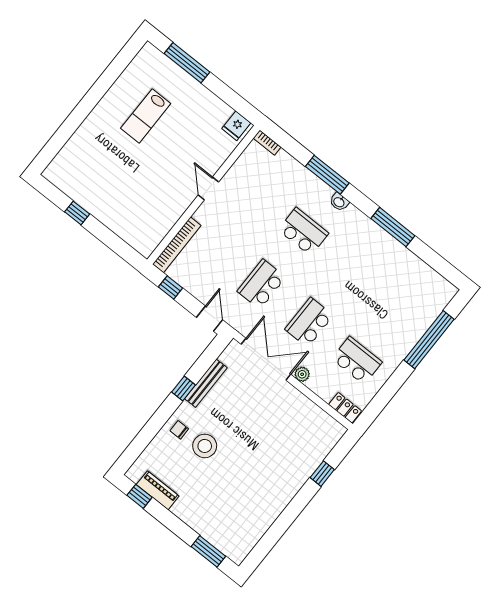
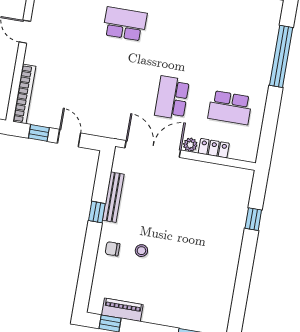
school desk: (261, 284) -> (114, 88), removed
door: (209, 319) -> (69, 138), moved
school desk: (357, 360) -> (230, 108), turned 180
locker: (345, 408) -> (214, 148), moved
stool: (205, 446) -> (141, 251), width x0.53, depth x0.53

